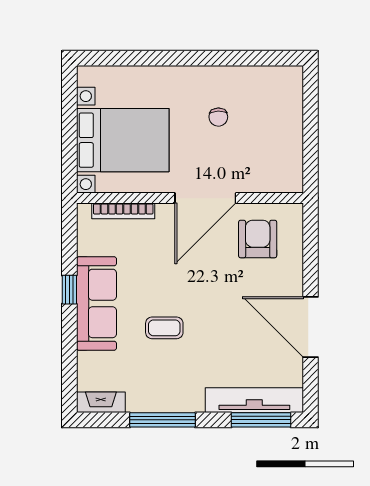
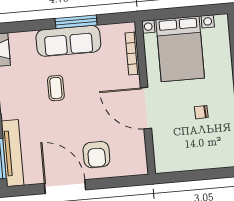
armchair: (258, 239) -> (96, 155), moved, turned 90
window: (69, 290) -> (76, 22), width x2.17
door: (310, 327) -> (65, 187), hinge flipped

